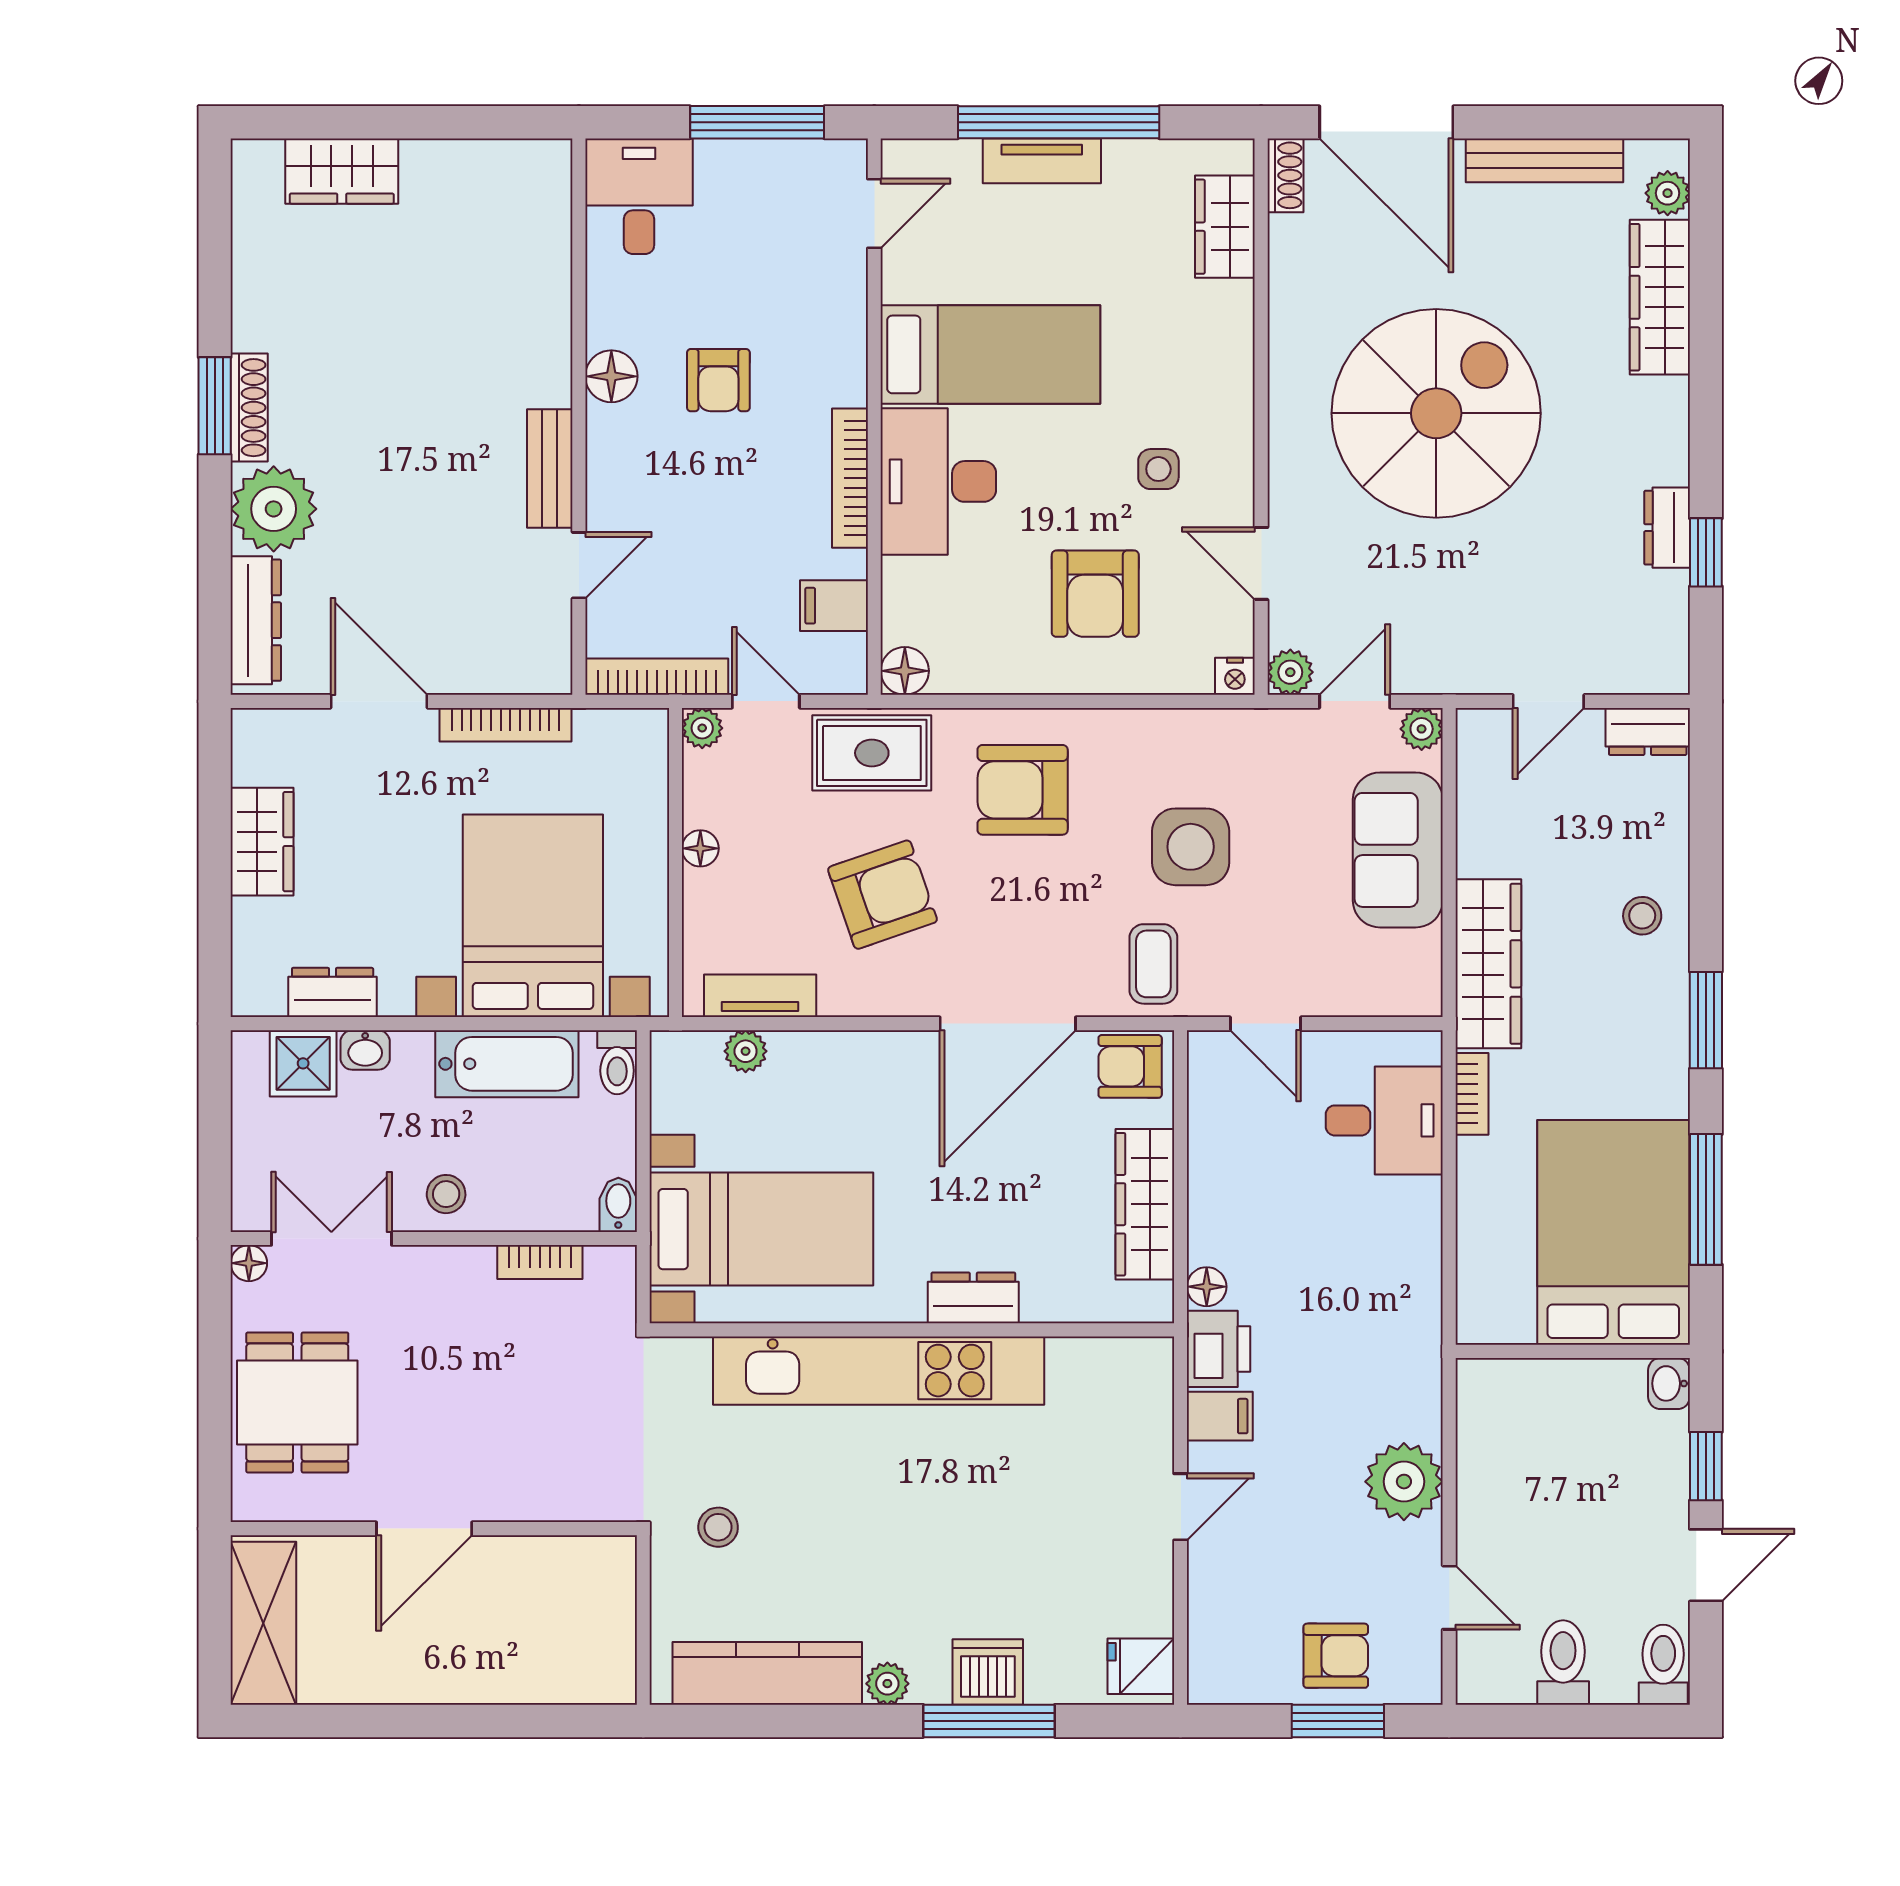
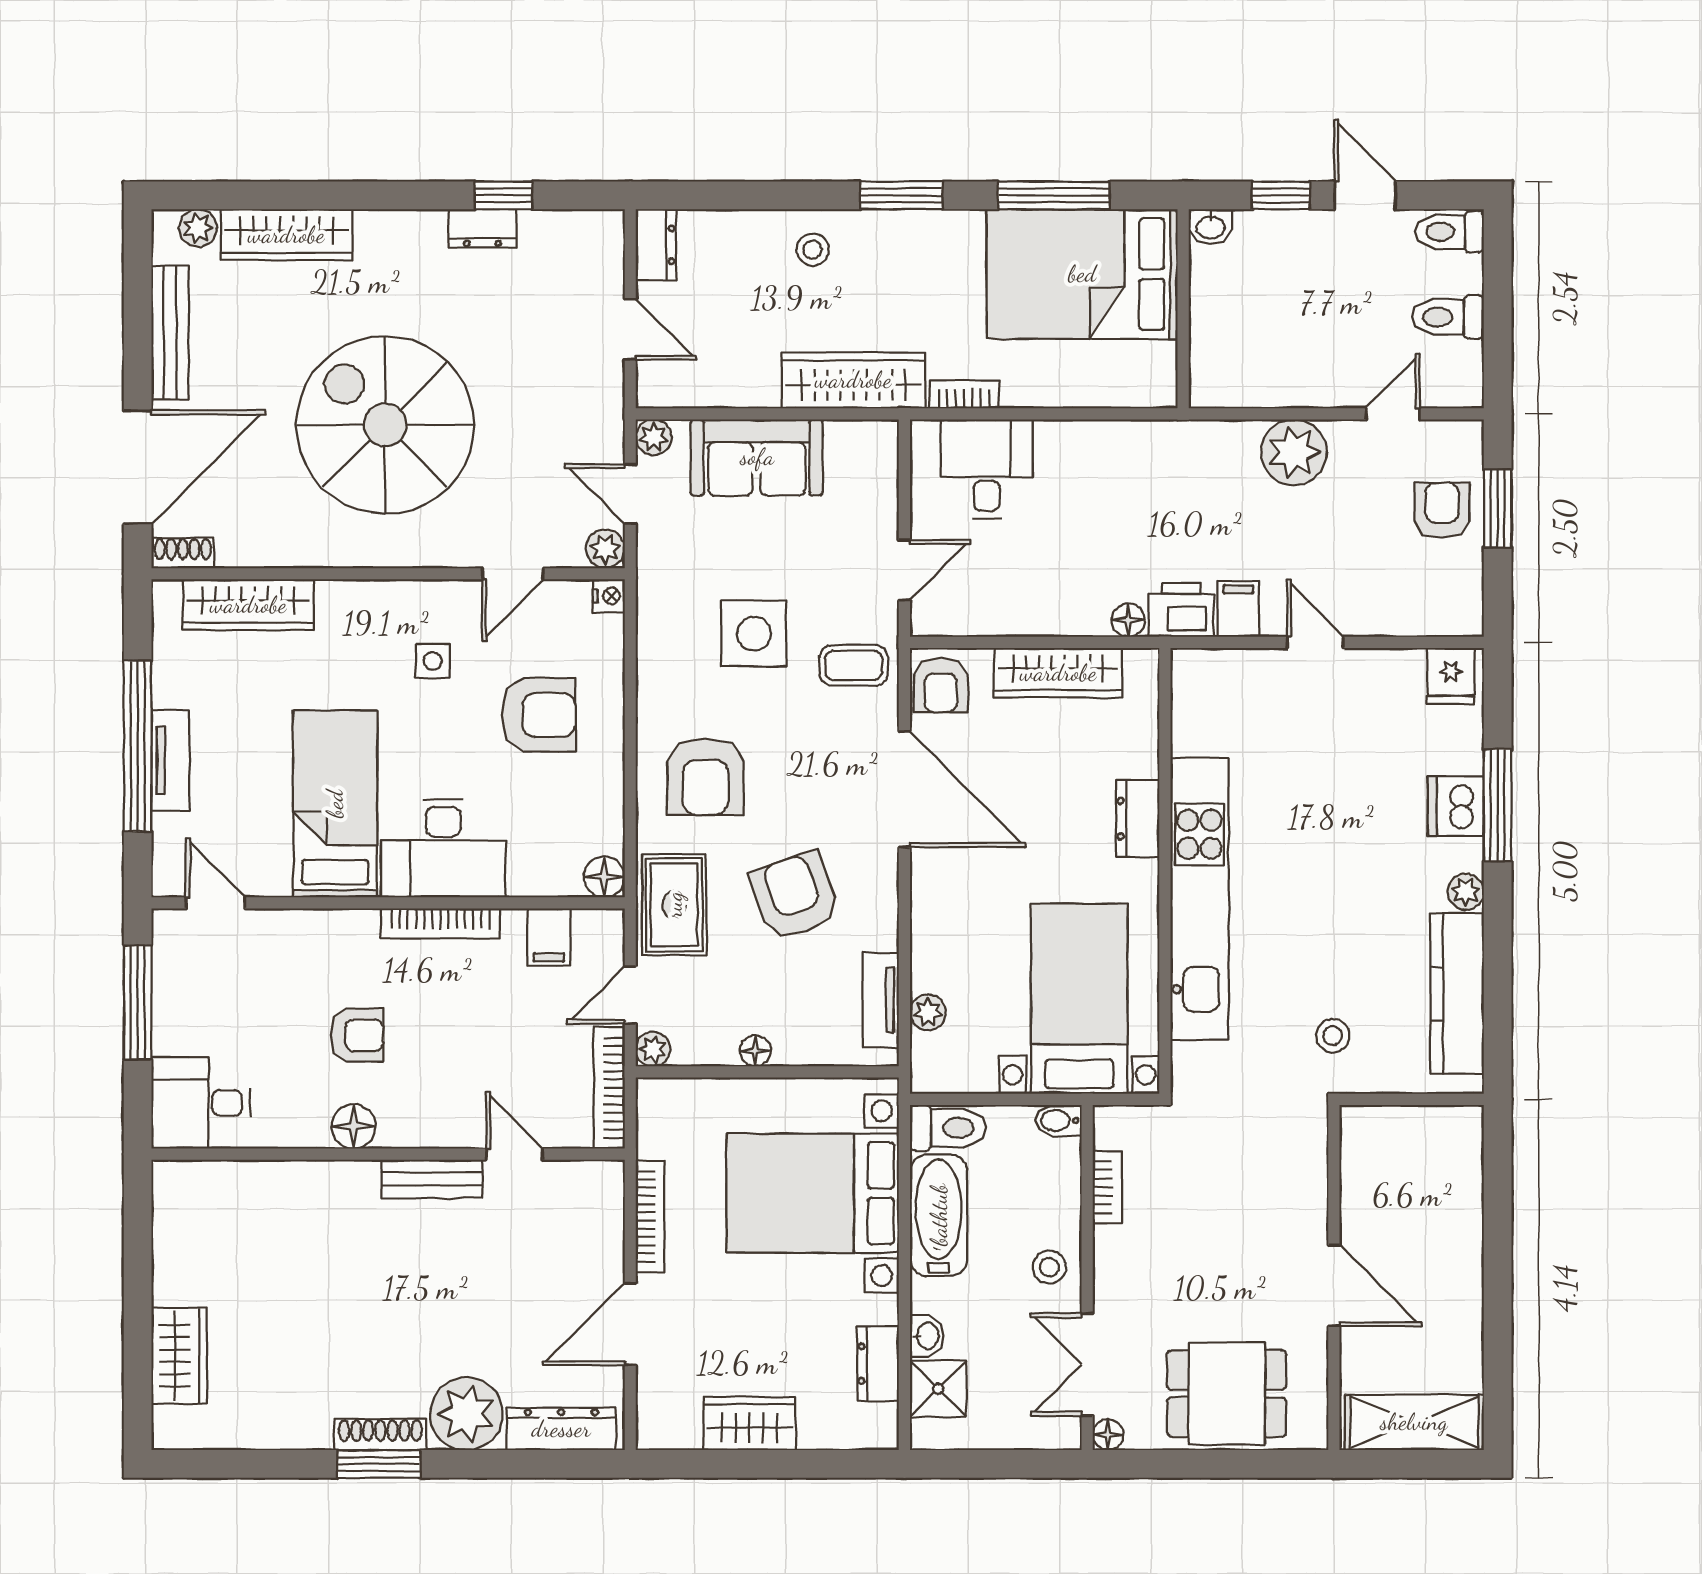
wardrobe: (1225, 227) -> (248, 605), width x1.50
toilet: (617, 1062) -> (948, 1128), width x1.37, depth x1.39

